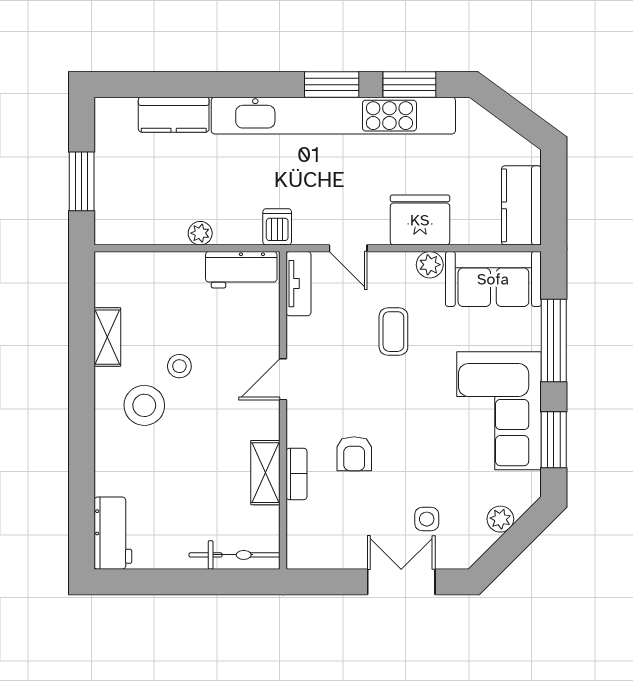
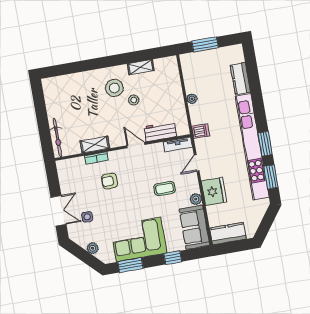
workbench: (241, 270) -> (160, 131), moved, turned 90
window: (554, 341) -> (173, 258), width x0.46
workbench: (113, 533) -> (58, 84), removed

